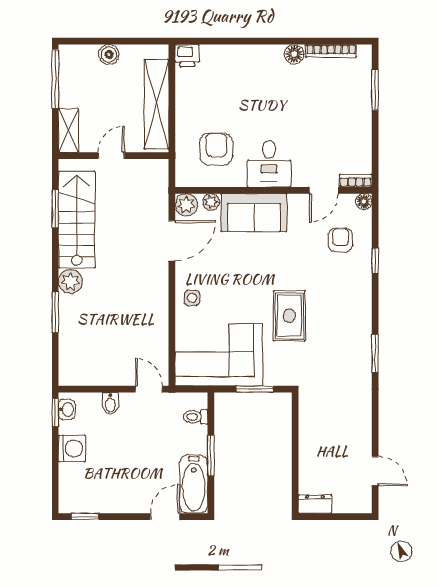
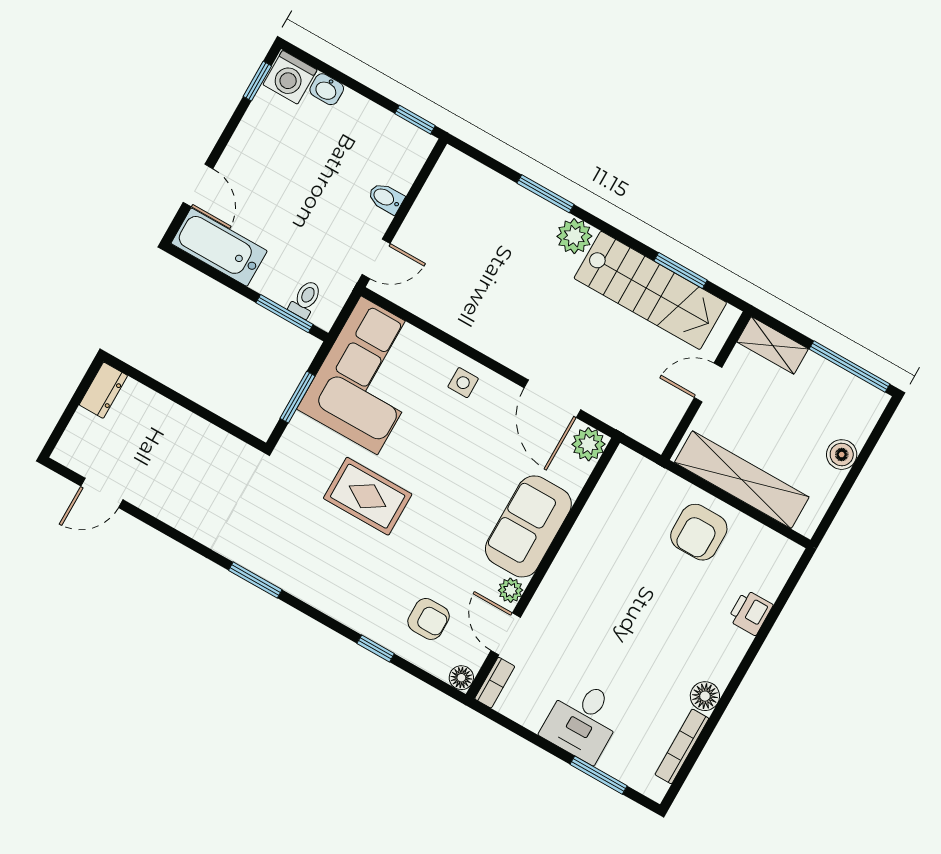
printer: (187, 56) -> (750, 612), moved
armchair: (216, 149) -> (699, 532), moved, turned 90
door: (111, 156) -> (708, 383), swing flipped
desk: (269, 164) -> (583, 721), moved, turned -90
plant: (211, 202) -> (511, 590), moved
washbasin: (67, 409) -> (327, 89), moved
washing machine: (72, 448) -> (290, 77), moved
window: (211, 455) -> (284, 314), moved

